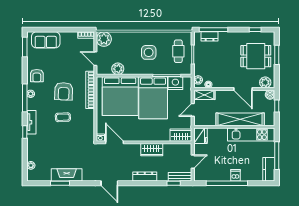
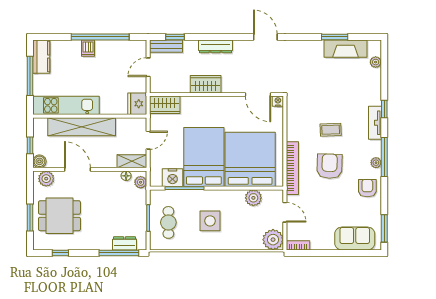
fireplace: (67, 175) -> (345, 49), moved

